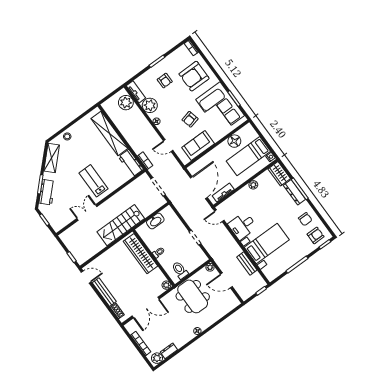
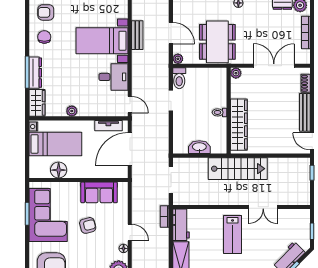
door: (168, 146) -> (130, 233), moved
toilet: (180, 270) -> (179, 78), moved

